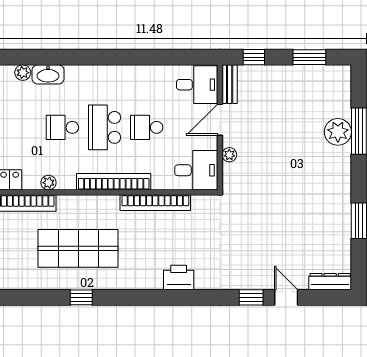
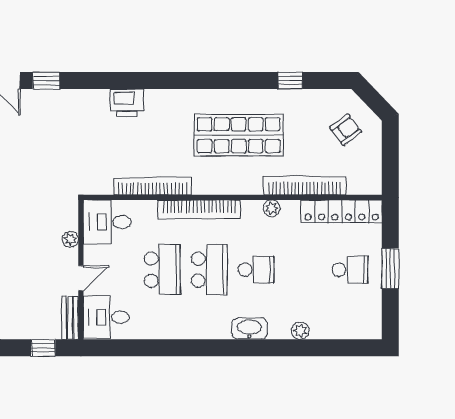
washbasin: (48, 74) -> (249, 329), moved
door: (220, 120) -> (81, 278), width x0.73
school desk: (147, 127) -> (162, 270), width x1.85
window: (81, 297) -> (290, 81), moved

